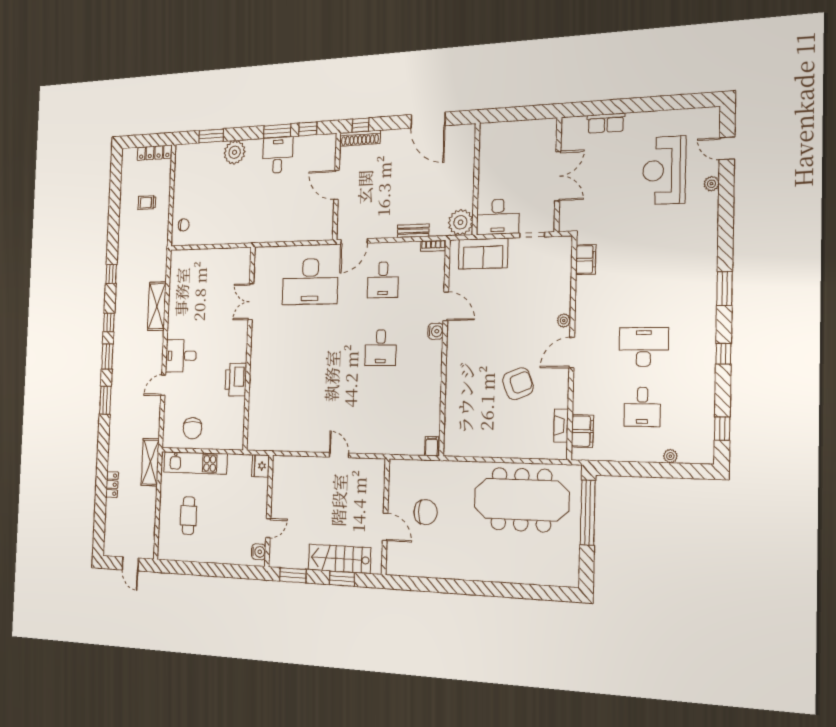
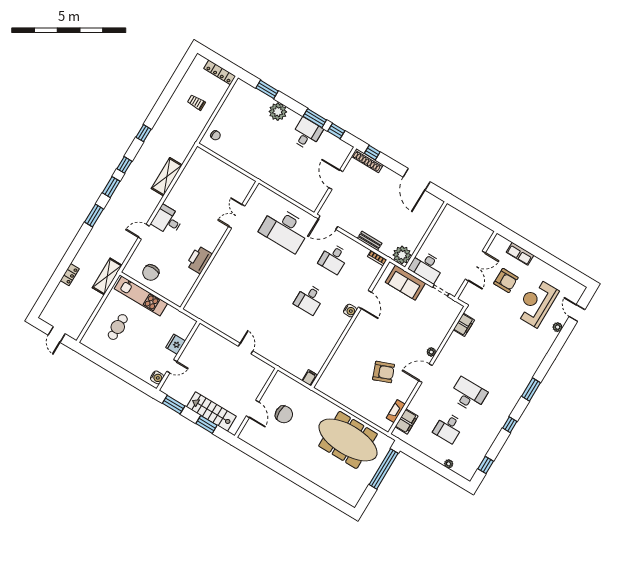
armchair: (607, 168) -> (506, 281), added
fridge: (261, 466) -> (176, 344), moved

